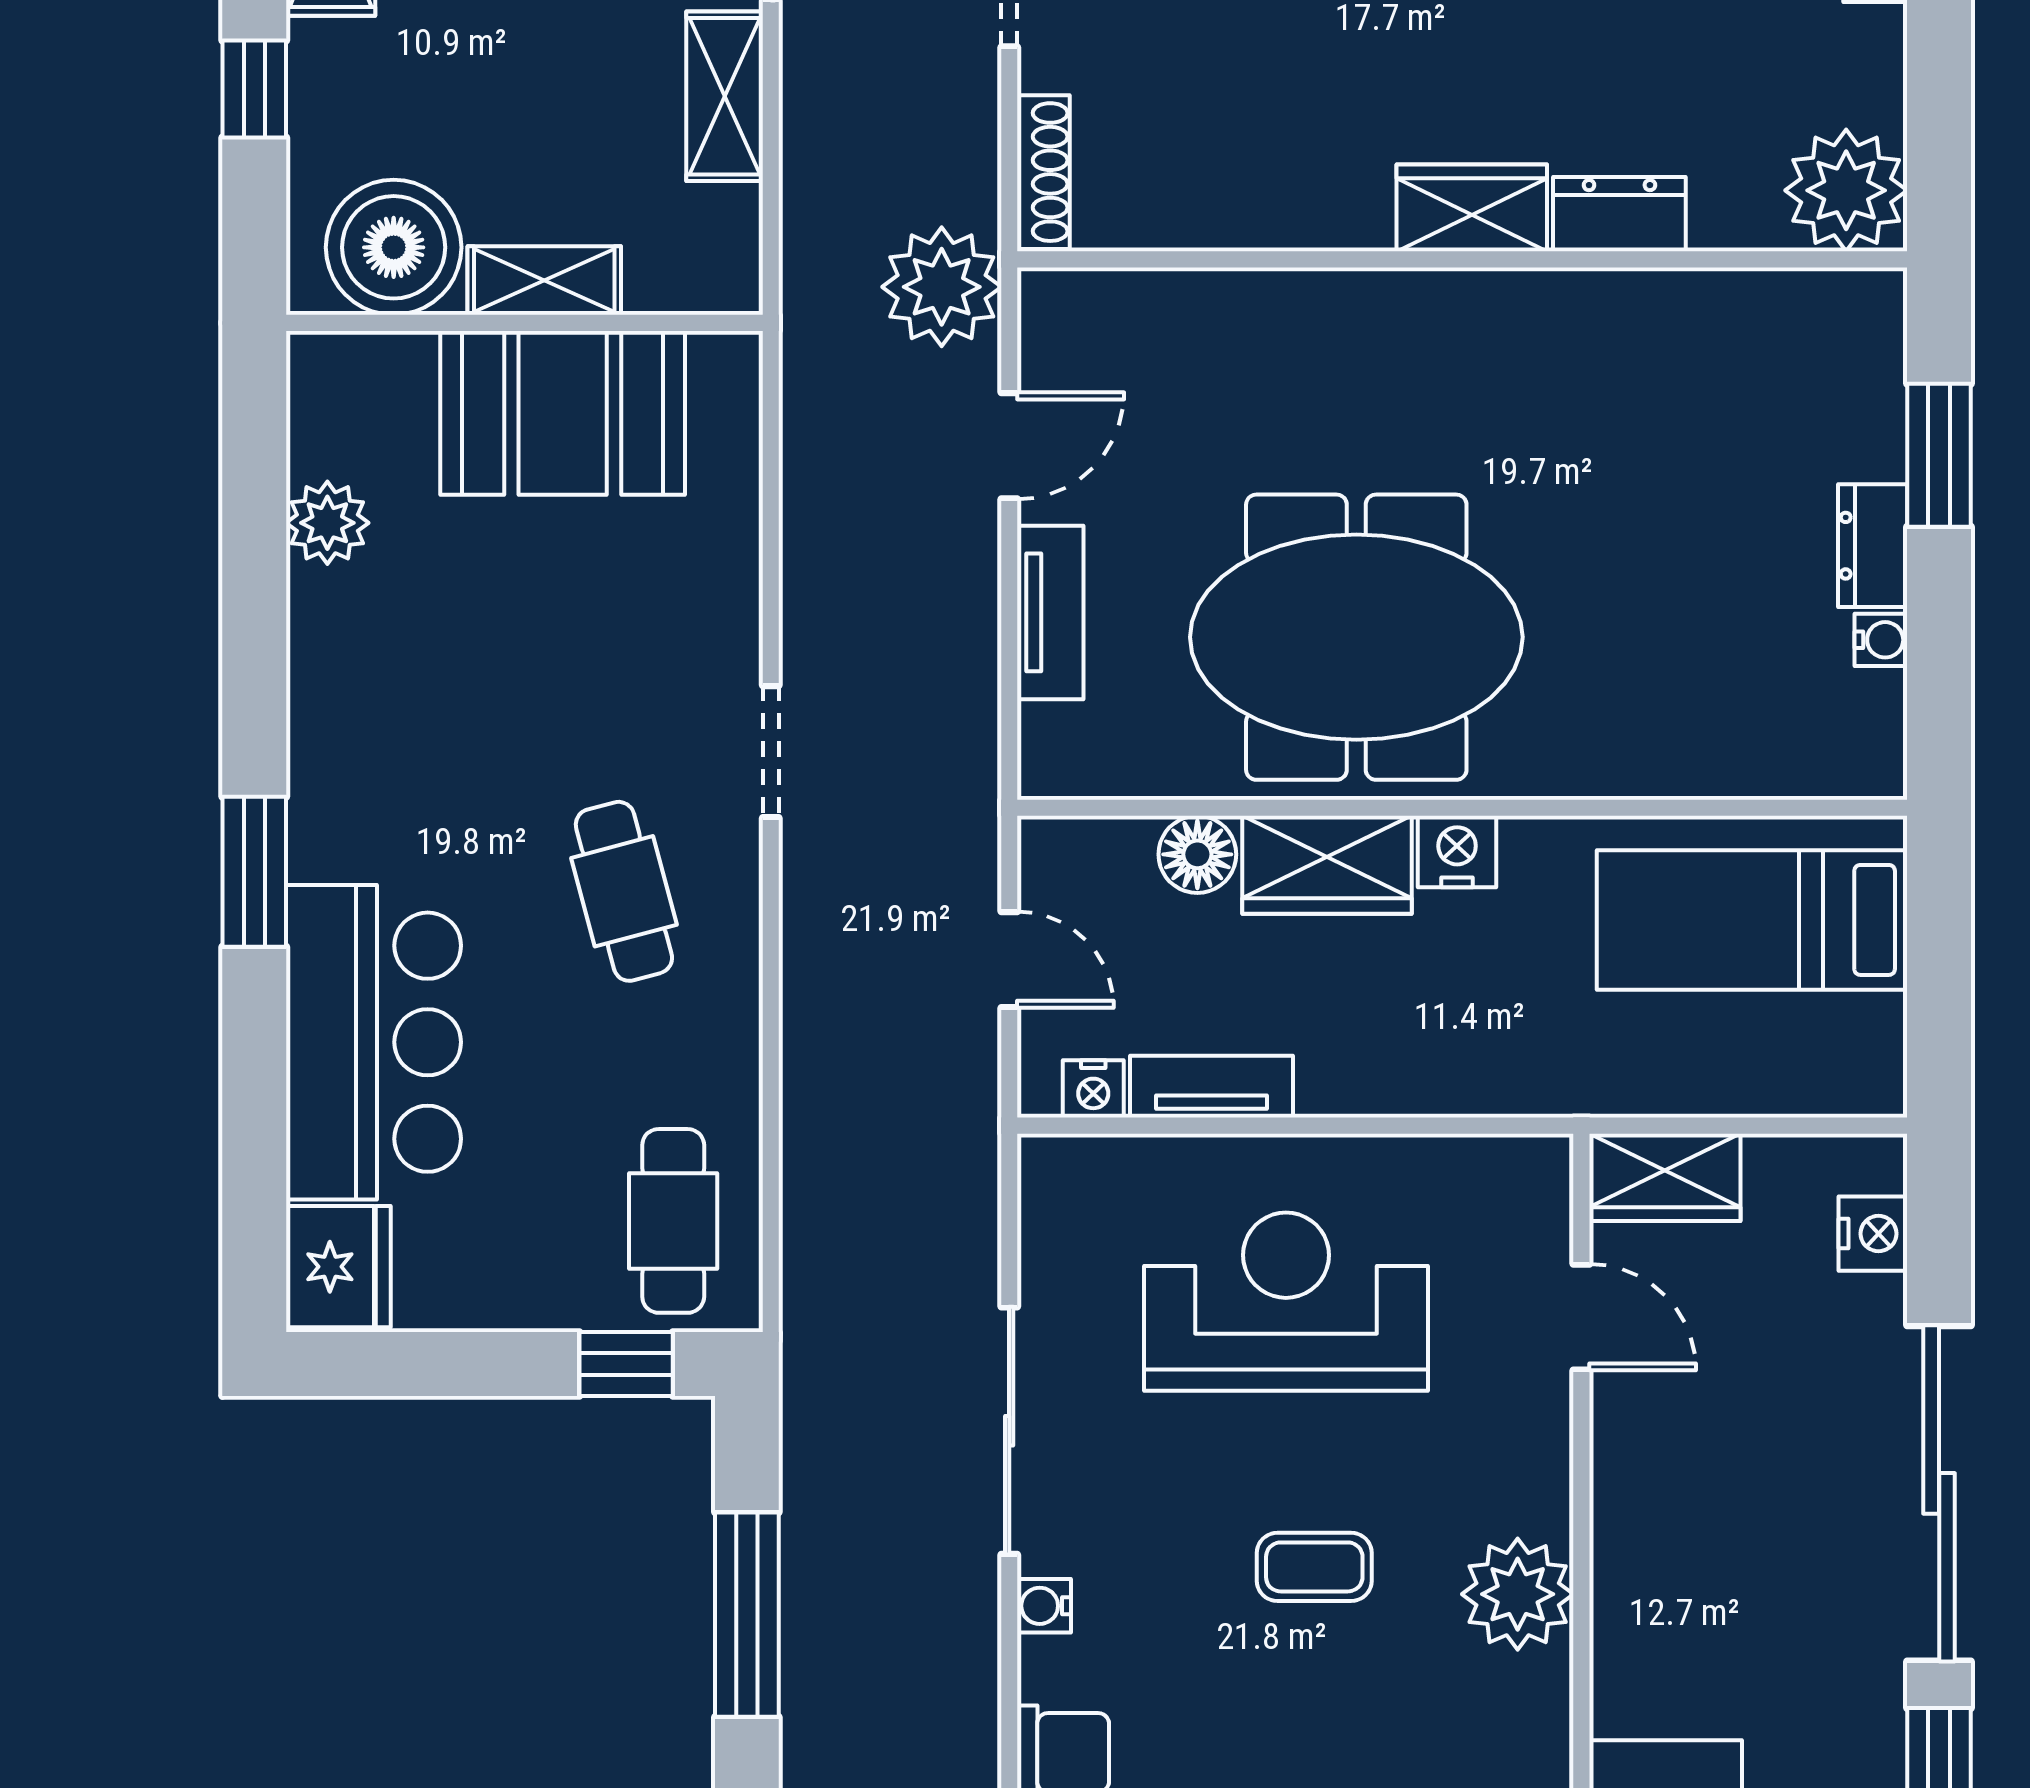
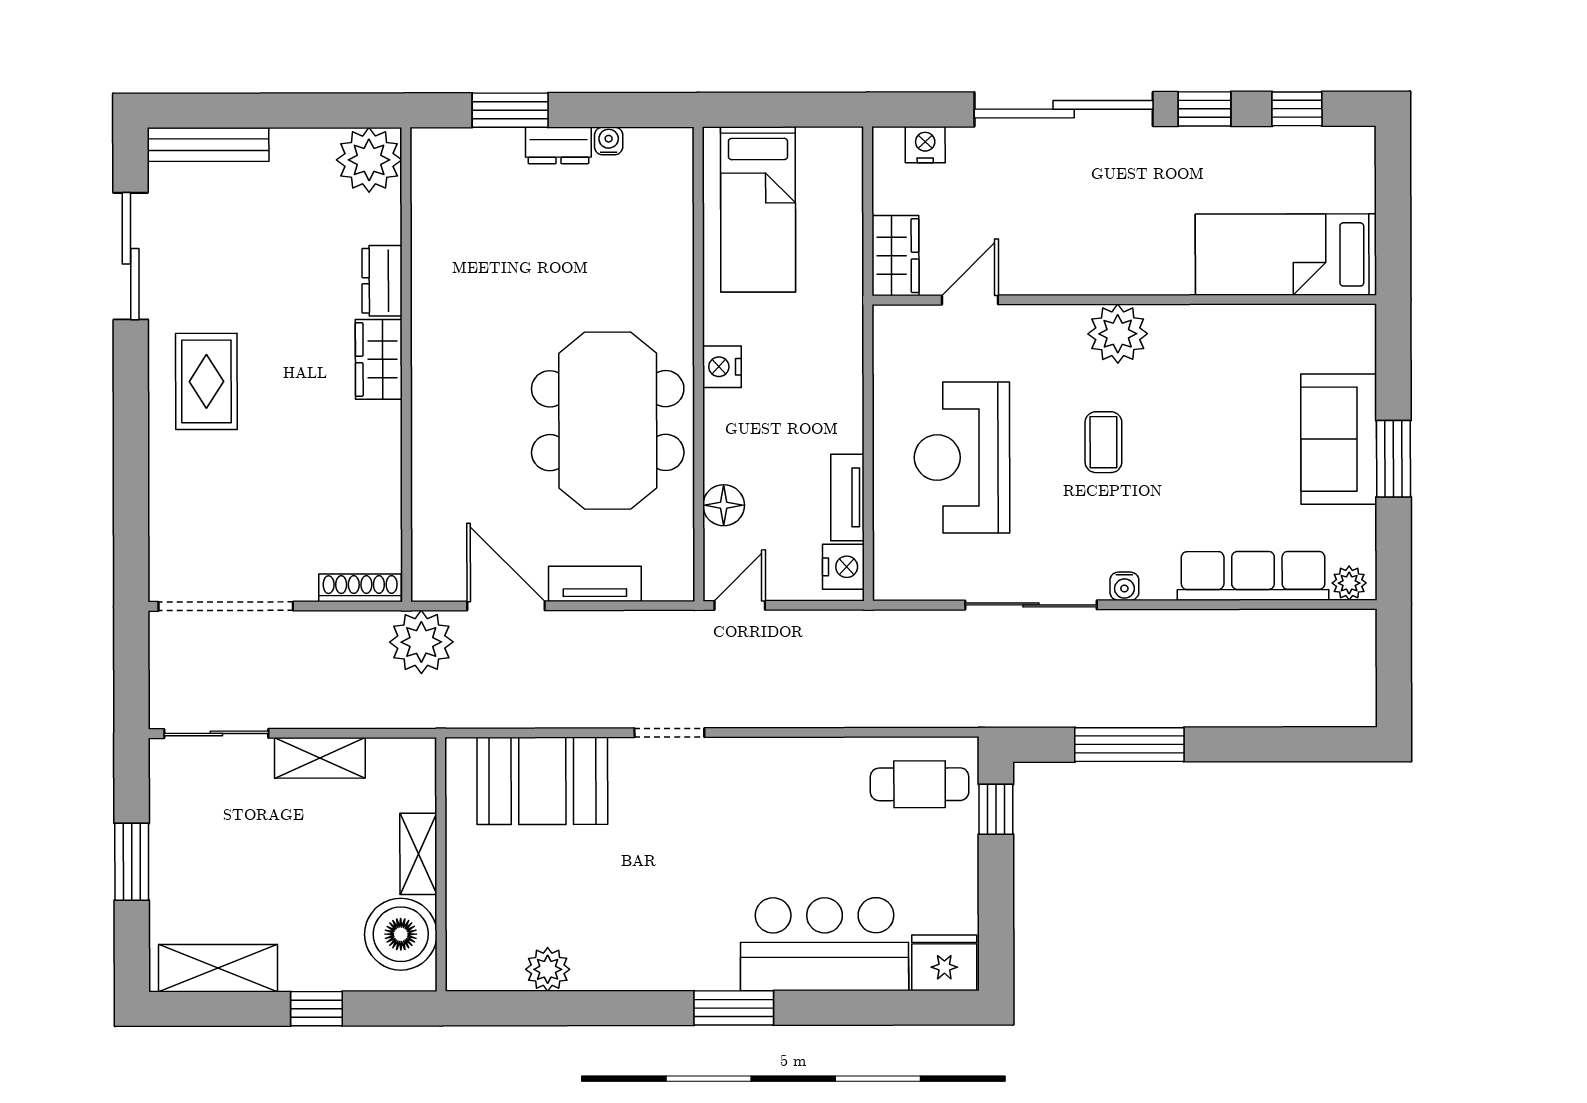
booth: (563, 413) -> (542, 781), moved, turned 90
door: (1009, 446) -> (506, 606), width x1.38
wardrobe: (1327, 865) -> (729, 436), removed
cafe table: (624, 891) -> (744, 811), removed
door: (1009, 960) -> (740, 605), moved
nightstand: (1093, 1089) -> (843, 567), width x1.39, depth x1.35

